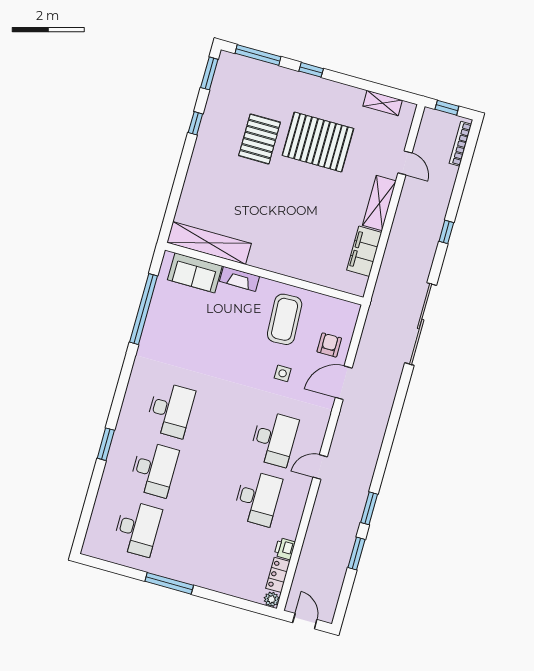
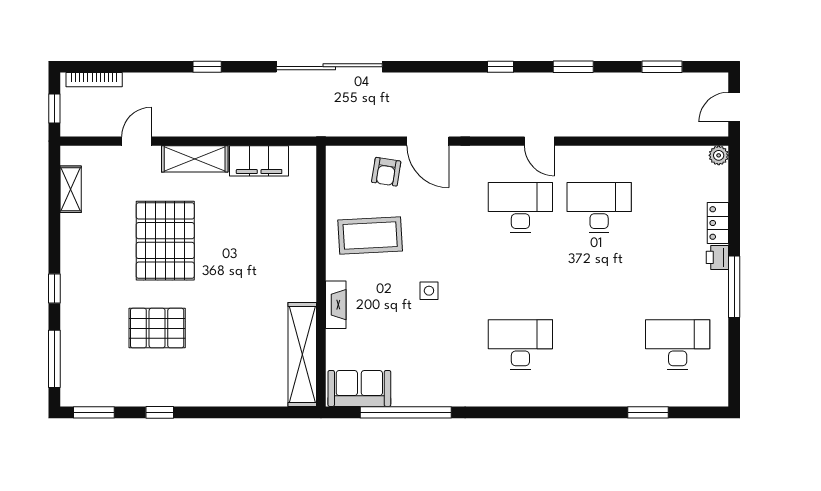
pallet: (318, 142) -> (165, 241), moved
sofa: (195, 273) -> (359, 388), moved, turned -90
armchair: (329, 345) -> (386, 172), turned -81
side table: (283, 373) -> (429, 291), moved
window: (106, 444) -> (648, 412), moved
window: (384, 453) -> (500, 67), added
desk: (154, 469) -> (599, 345), removed
printer: (285, 549) -> (717, 257), moved, turned 90
window: (357, 553) -> (662, 67), moved
locker: (278, 575) -> (718, 223), moved, turned 90

